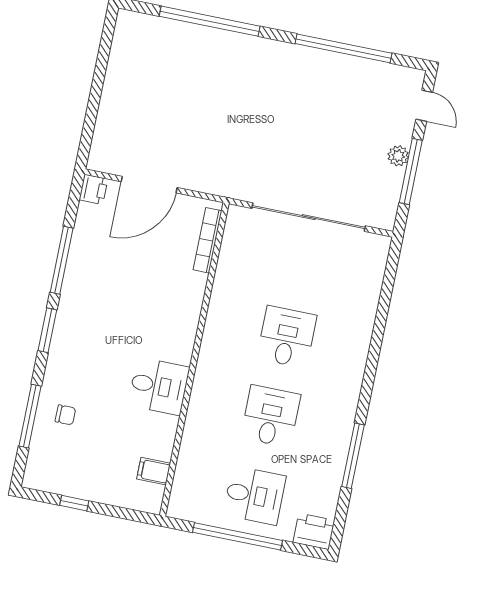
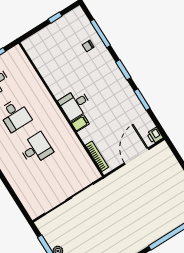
window: (62, 260) -> (142, 100), width x0.69
desk: (287, 337) -> (36, 149), turned -90
desk: (159, 386) -> (75, 104), moved
filing cabinet: (154, 471) -> (80, 123), moved

